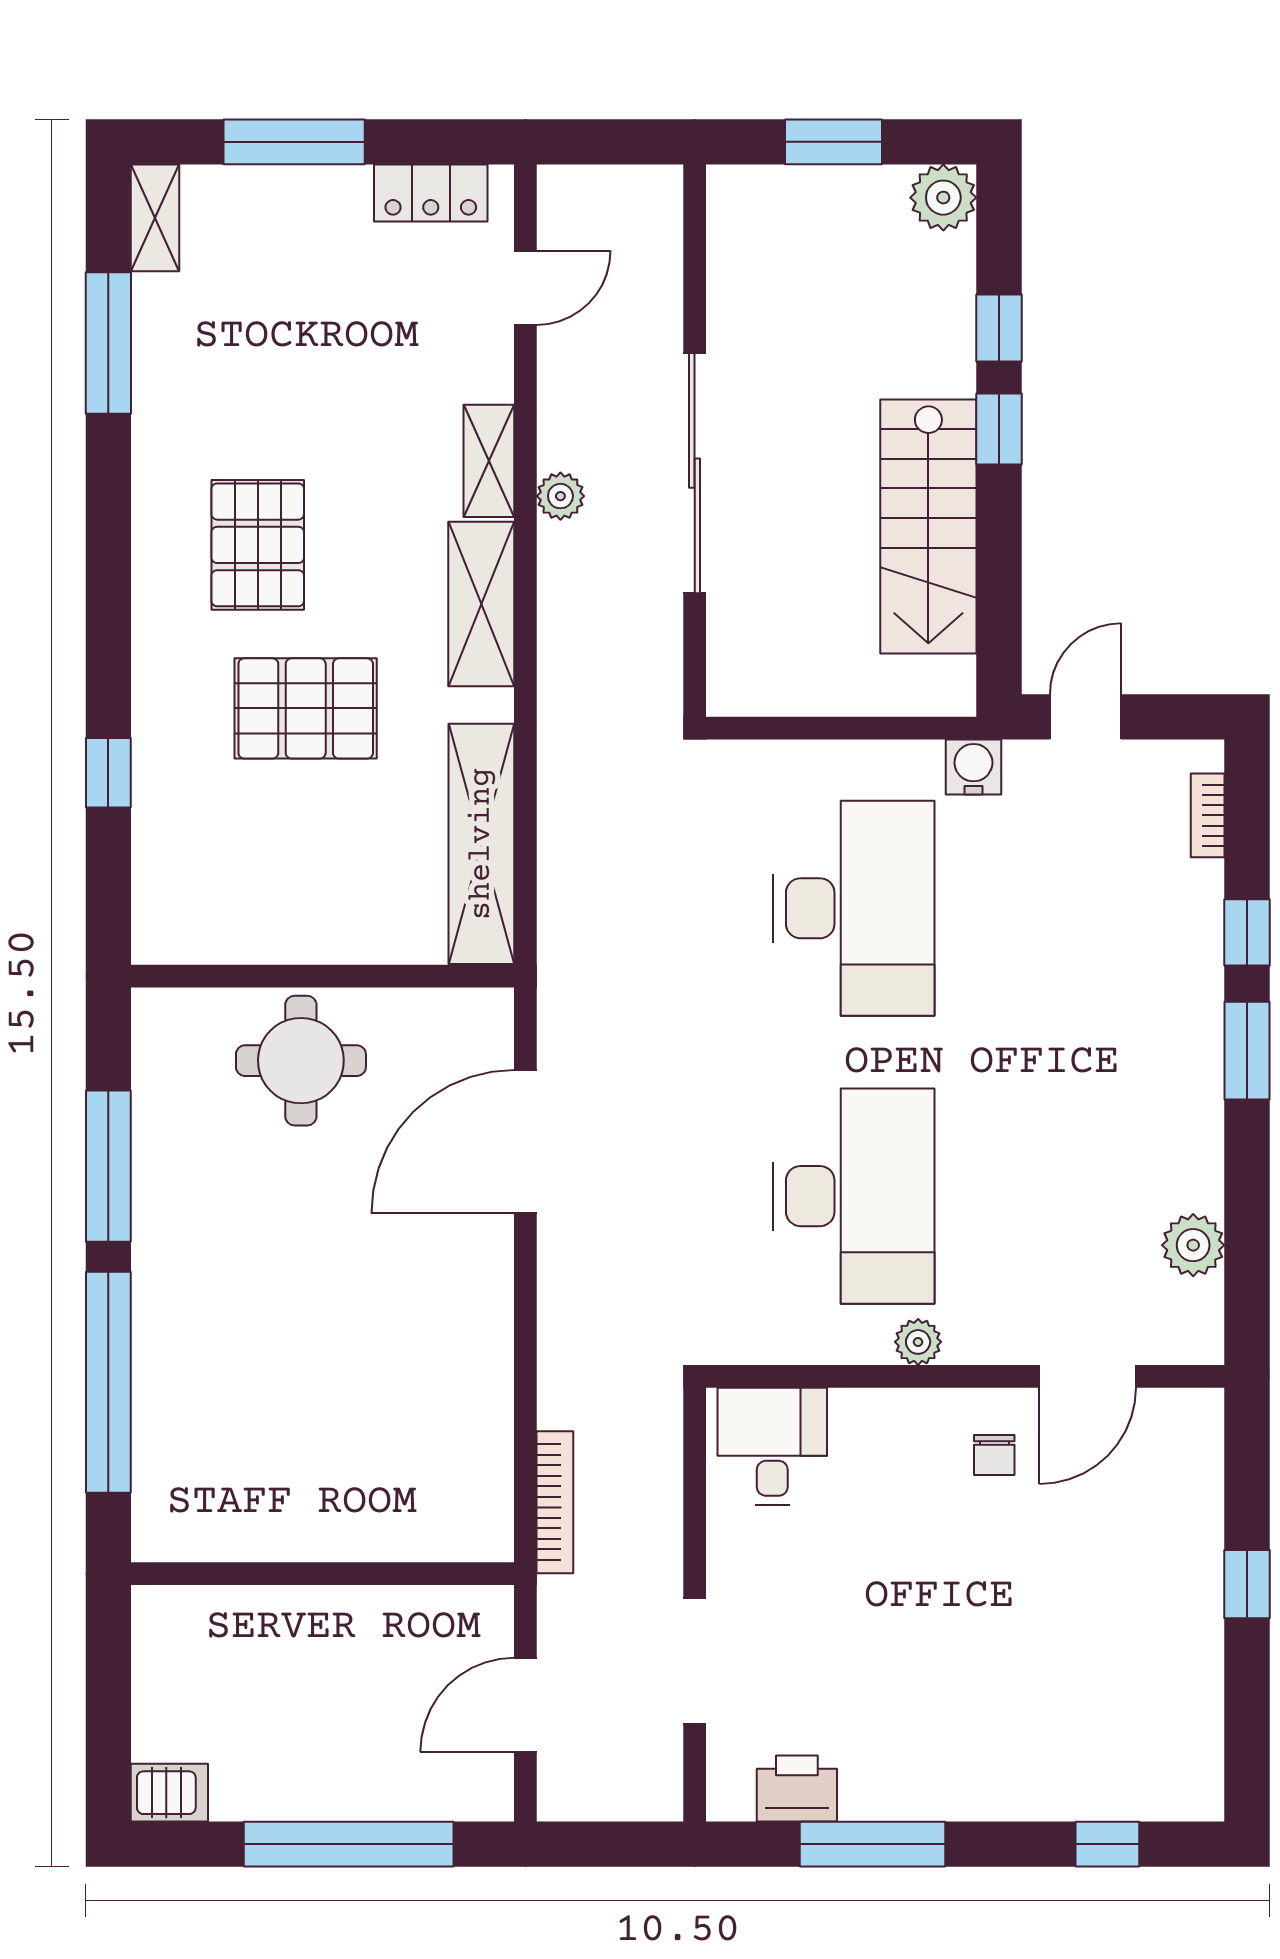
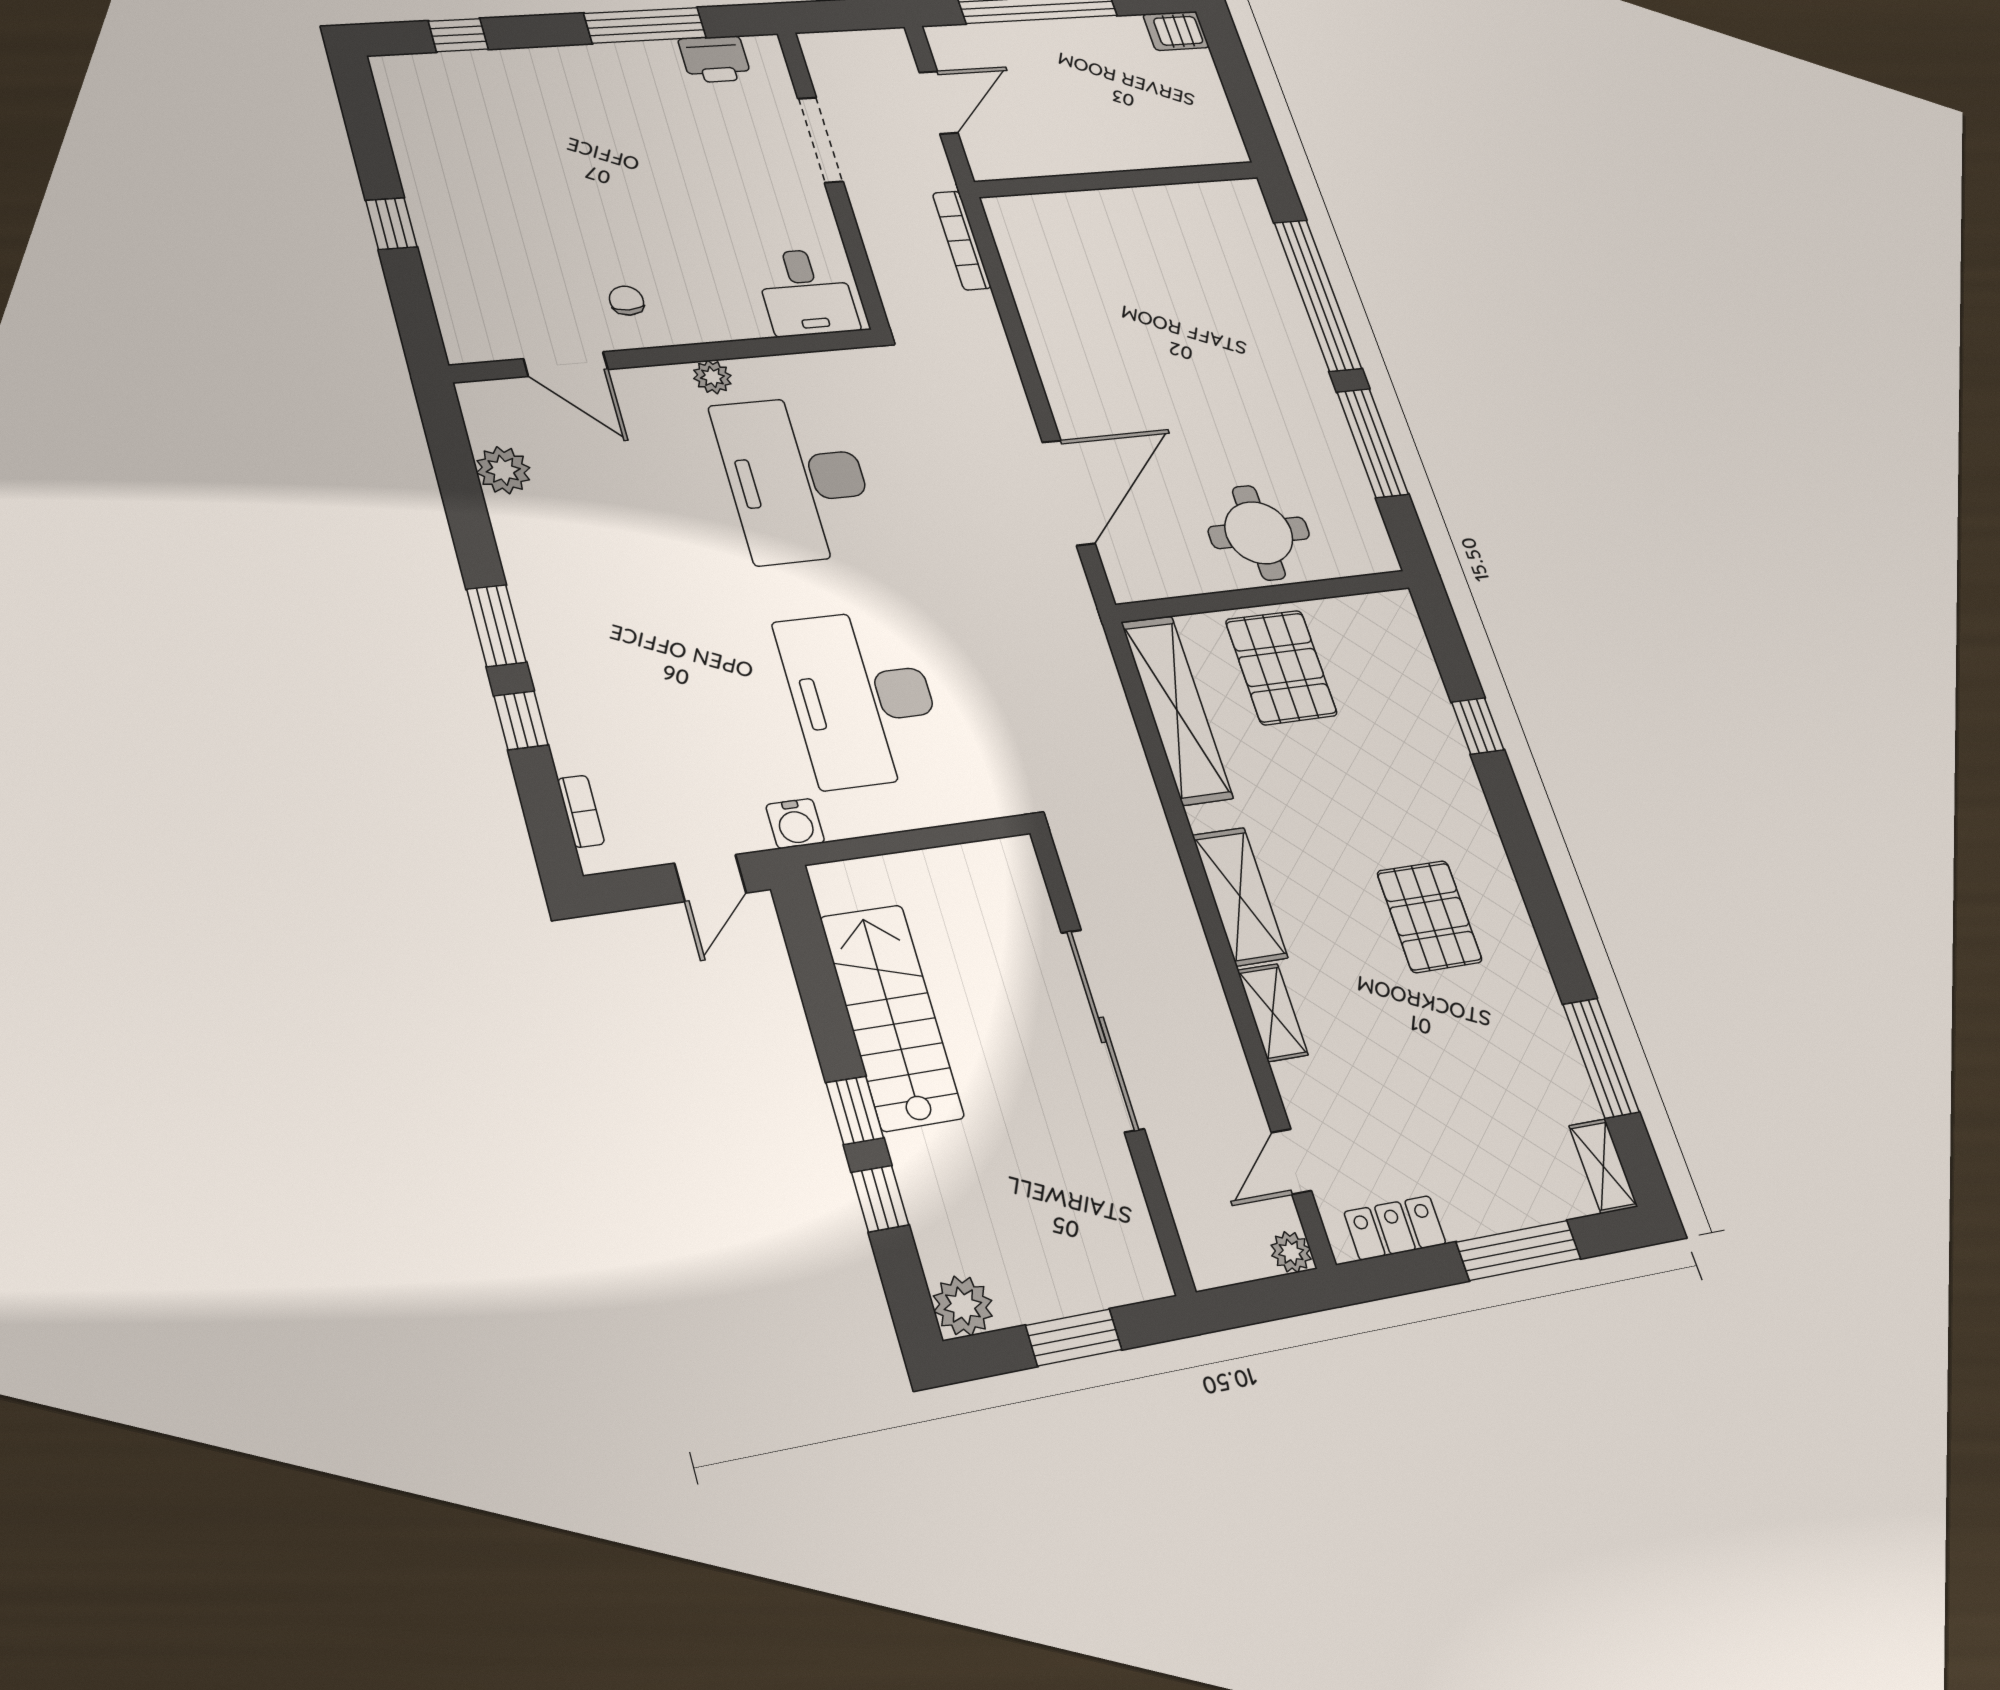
plant: (560, 496) -> (1291, 1252), moved
pallet: (306, 708) -> (1281, 667), moved, turned 90
door: (1088, 1376) -> (566, 364), swing flipped

